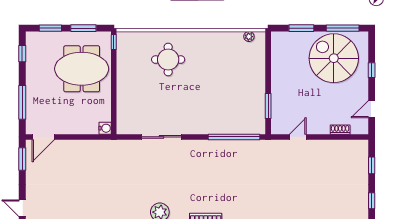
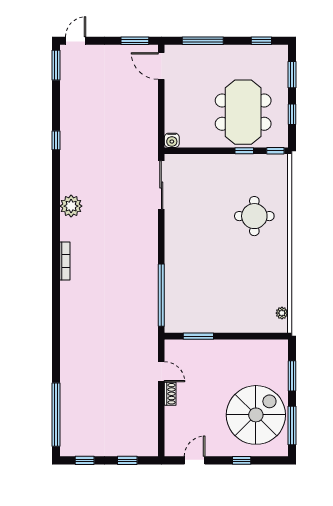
window: (83, 28) -> (292, 114), width x0.67
window: (114, 68) -> (244, 151), added
door: (372, 109) -> (195, 460), hinge flipped
shoe rack: (340, 130) -> (170, 394), moved
sliding door: (162, 137) -> (161, 185), moved

